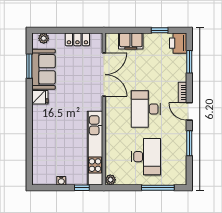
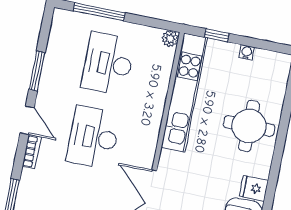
desk: (146, 109) -> (93, 137), turned 180
round table: (51, 135) -> (249, 126), added

